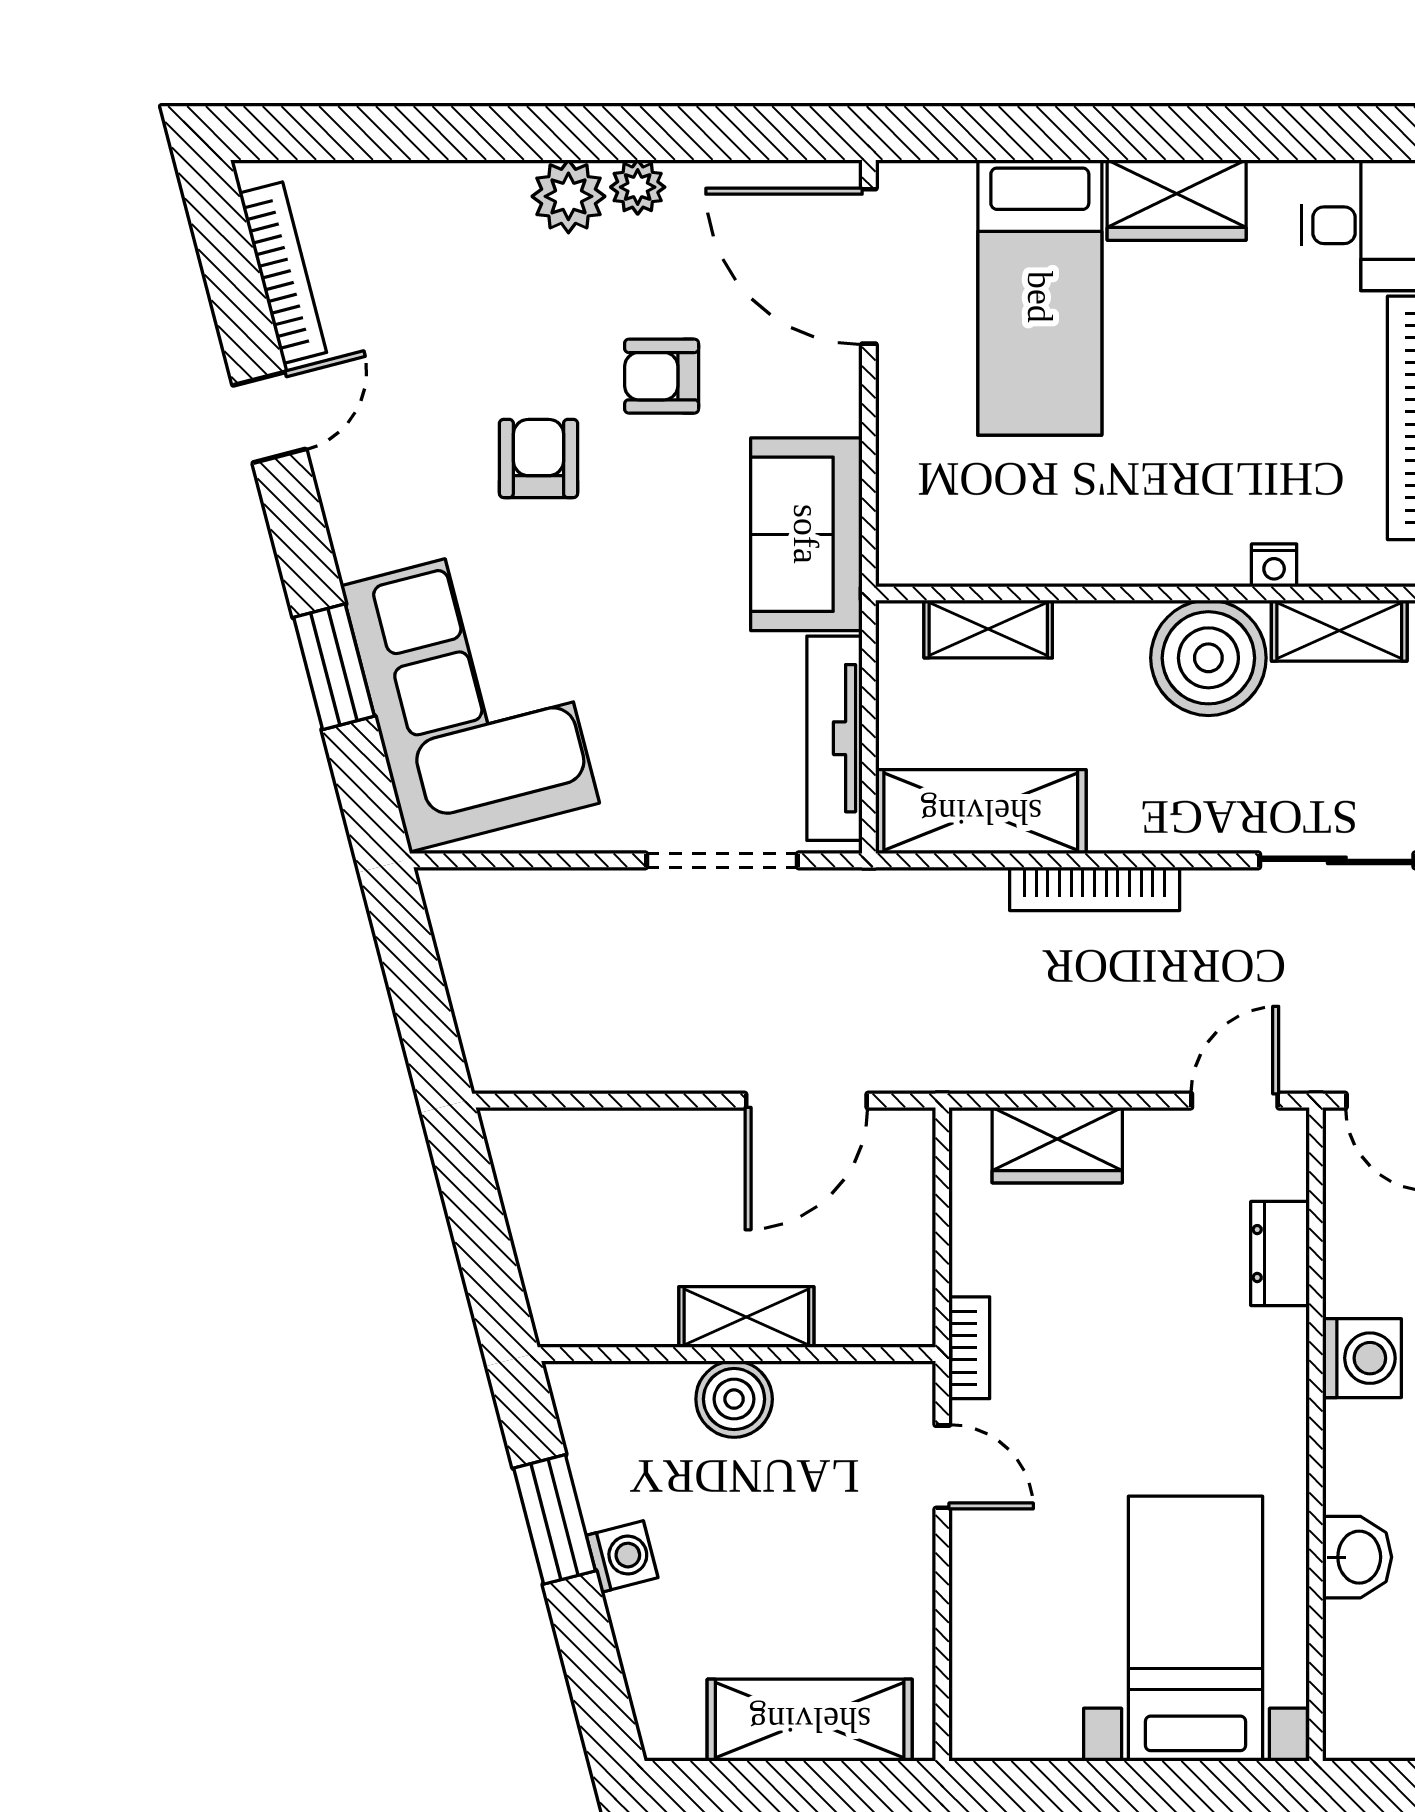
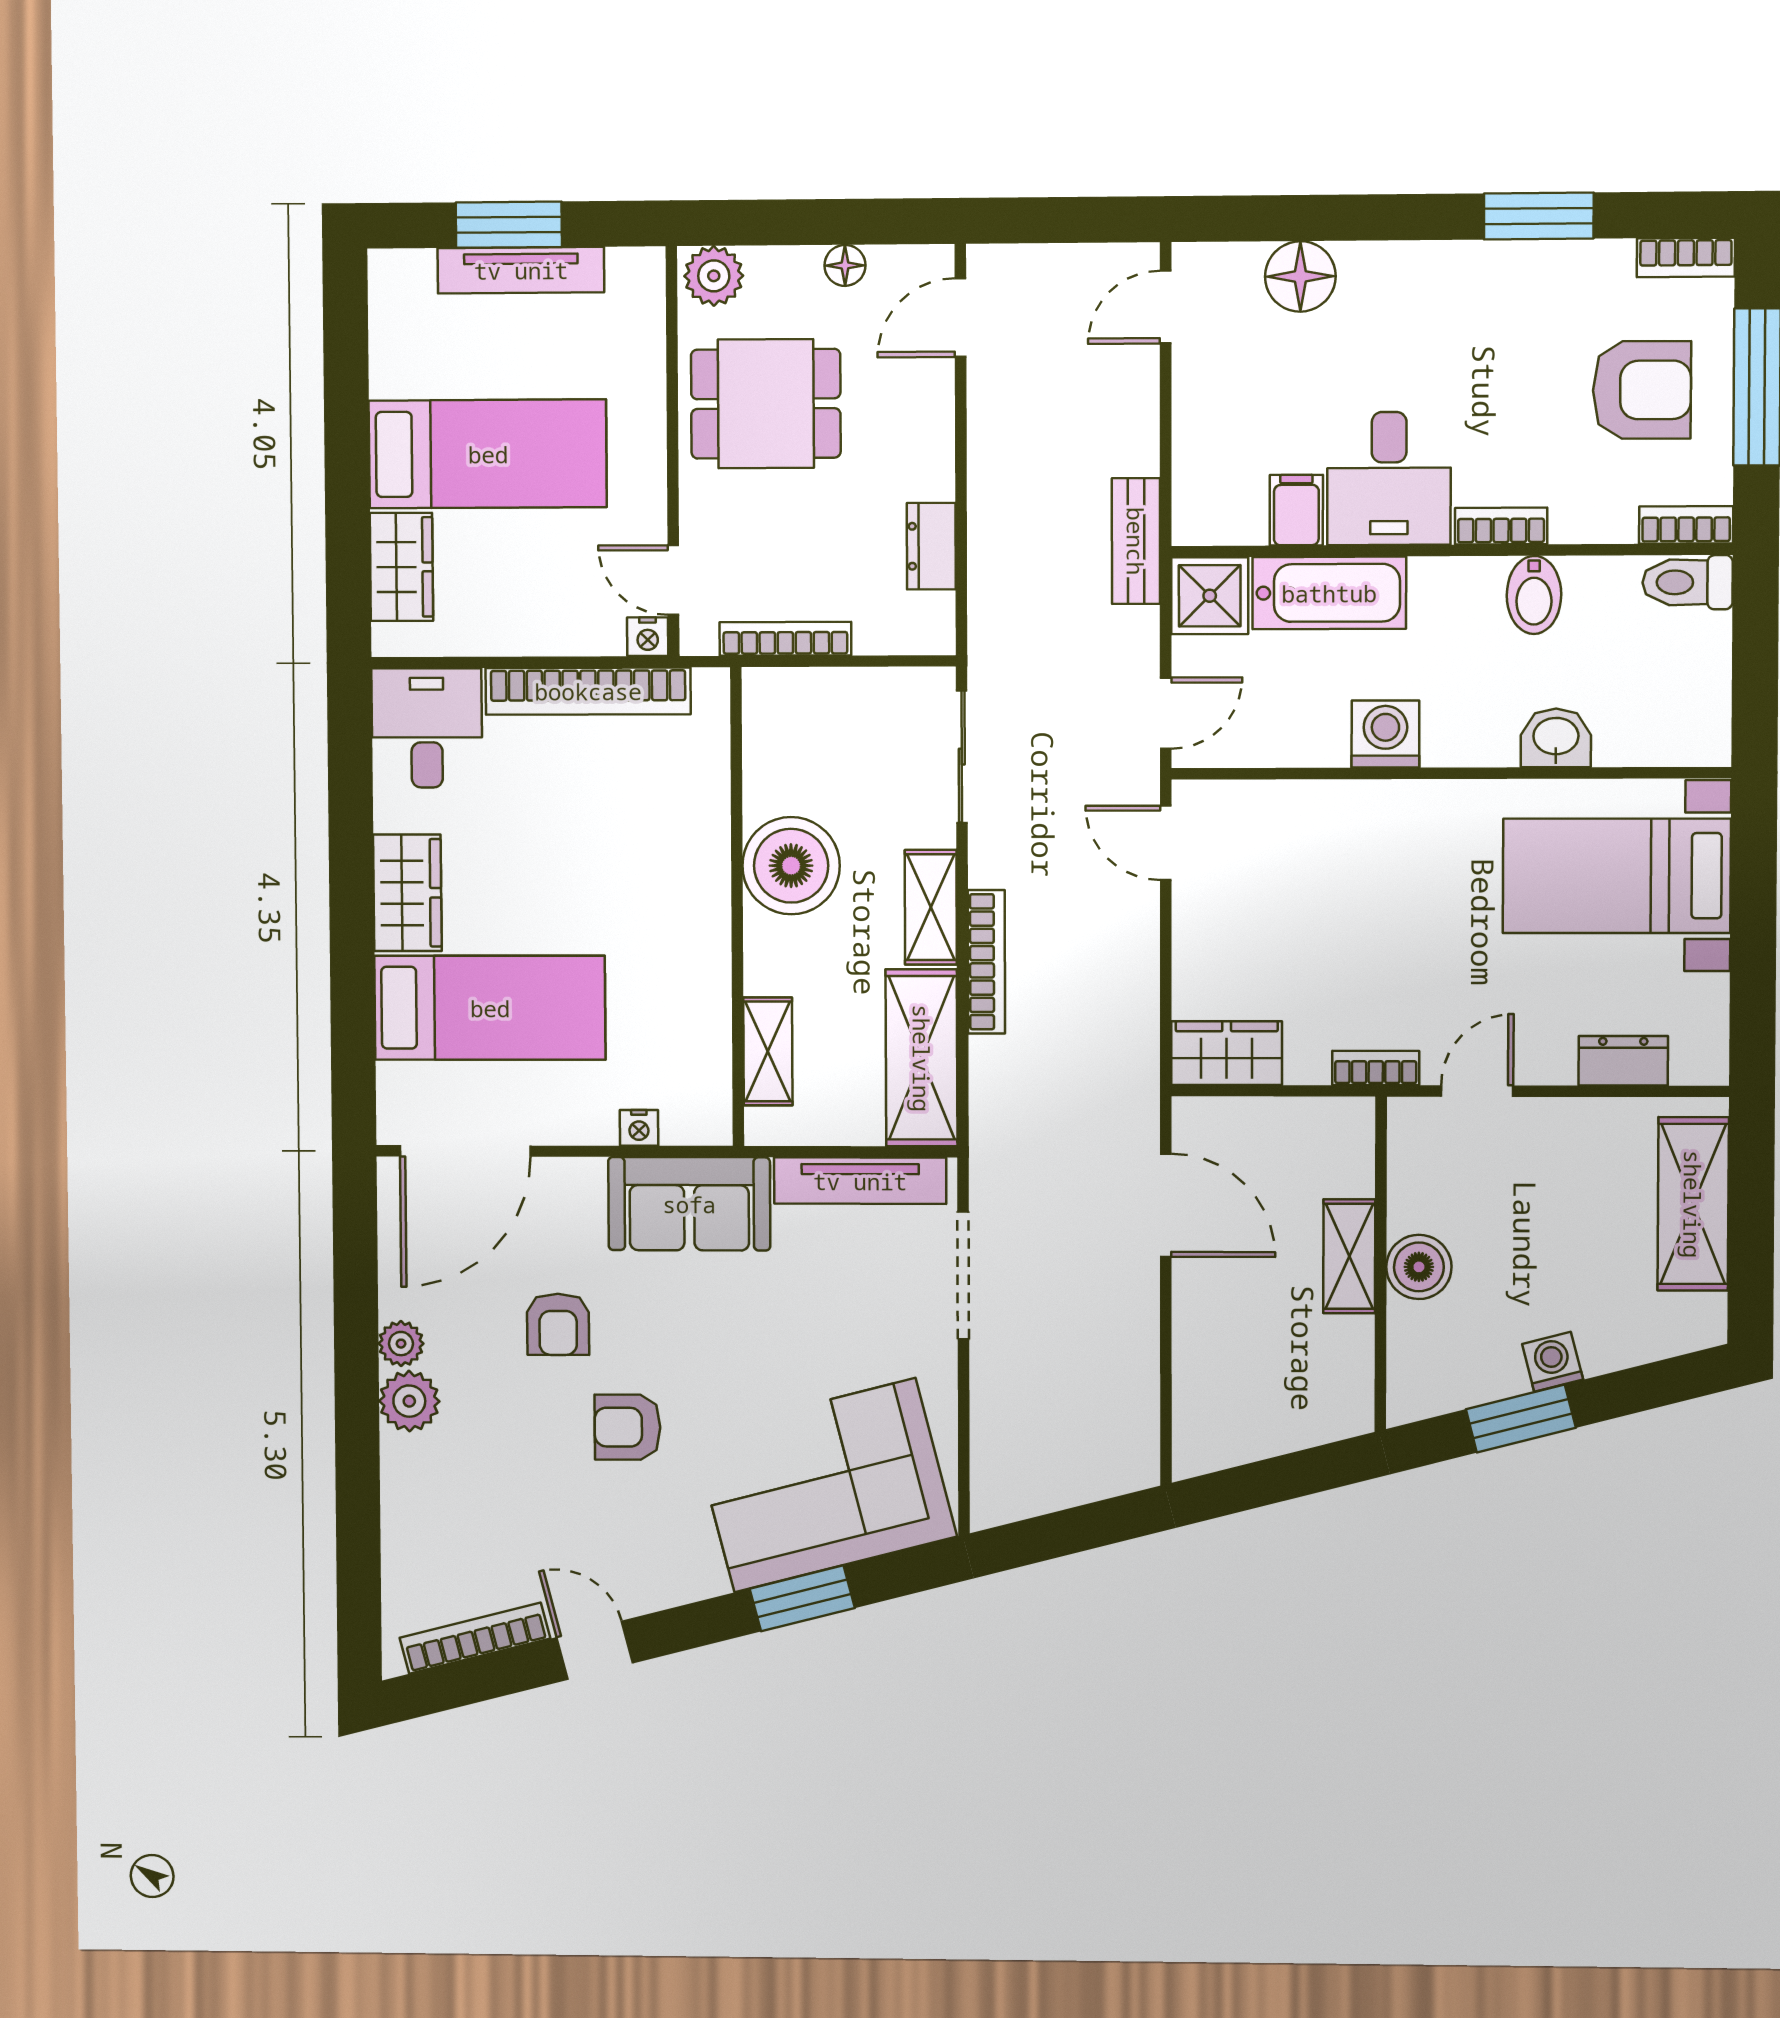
nightstand: (1274, 565) -> (639, 1128), moved, turned 90
shelving: (1339, 631) -> (931, 907), moved
wardrobe: (1057, 1145) -> (1227, 1053), moved, turned -90
dresser: (1280, 1254) -> (1623, 1061), moved, turned 180

